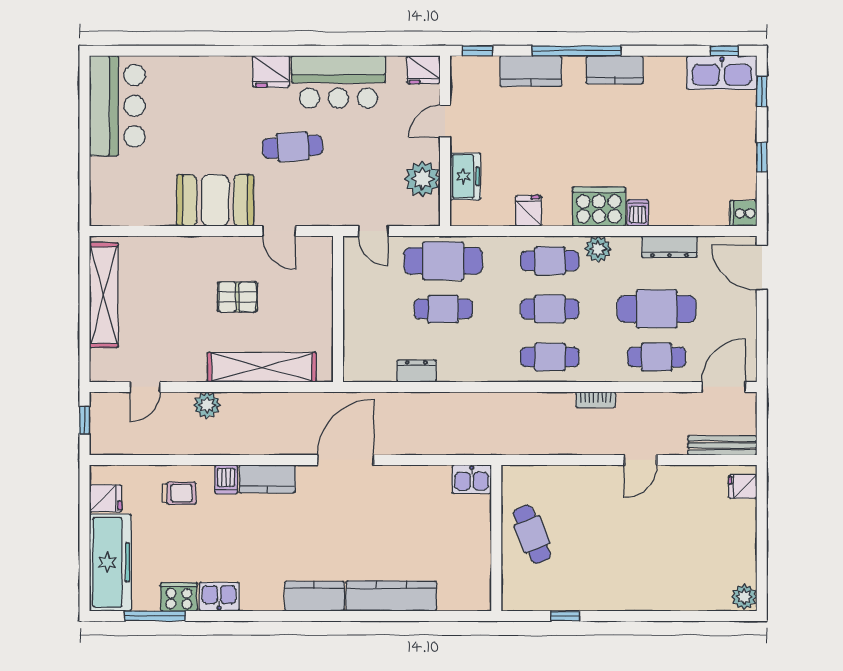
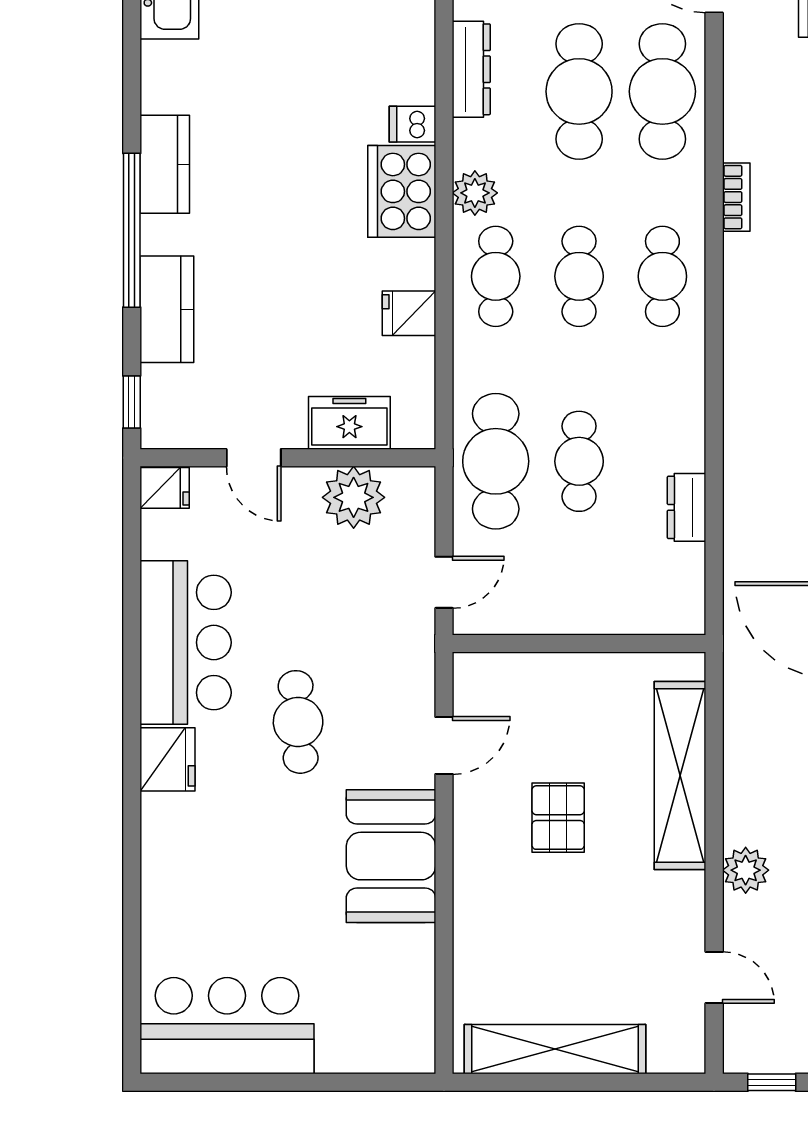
fridge: (423, 70) -> (165, 488), width x0.72
cafe table: (657, 357) -> (662, 91), width x1.37, depth x1.35

